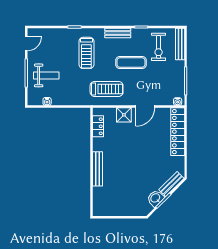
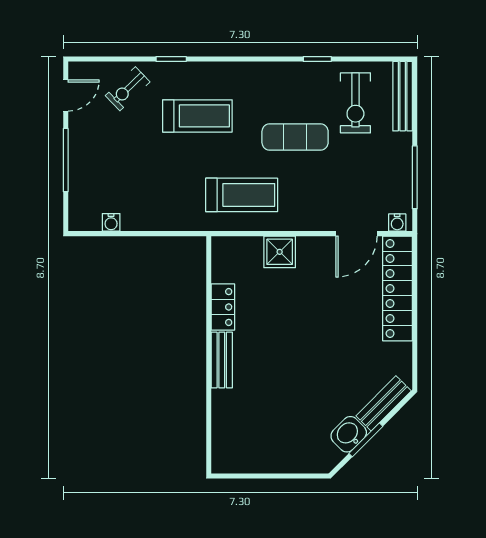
bench: (118, 33) -> (266, 72), removed
exercise bike: (55, 40) -> (128, 89), added
treadmill: (86, 53) -> (197, 116), turned -90
weight bench: (46, 75) -> (109, 165), removed
door: (145, 107) -> (357, 234), moved
locker: (98, 126) -> (223, 307), moved
bench: (98, 169) -> (222, 360), width x0.73

